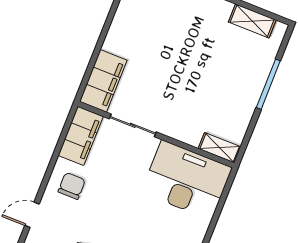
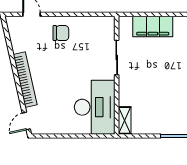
filing cabinet: (103, 81) -> (153, 26), moved
filing cabinet: (81, 136) -> (96, 26), removed

